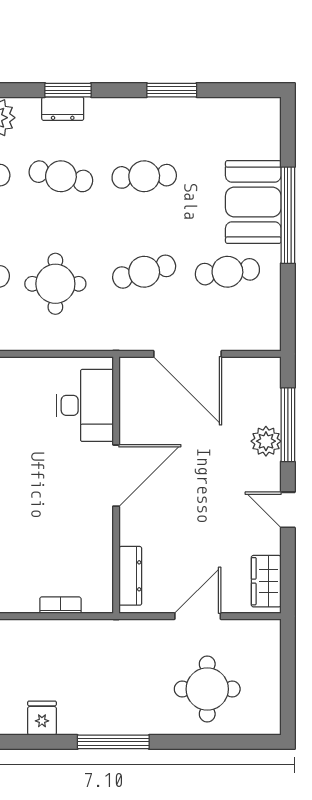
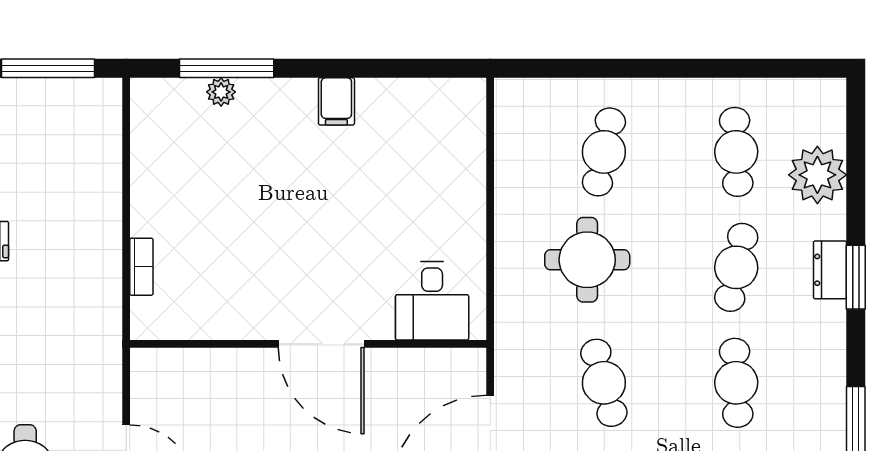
desk: (85, 405) -> (432, 301), width x0.73
dresser: (130, 576) -> (182, 364), removed

